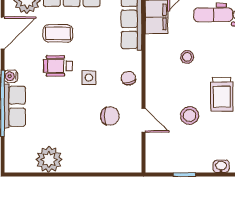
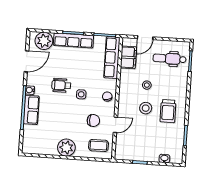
coffee table: (58, 33) -> (99, 145), moved
stool: (190, 116) -> (146, 108), moved
door: (143, 120) -> (115, 125), hinge flipped
plant: (49, 160) -> (66, 148), moved

